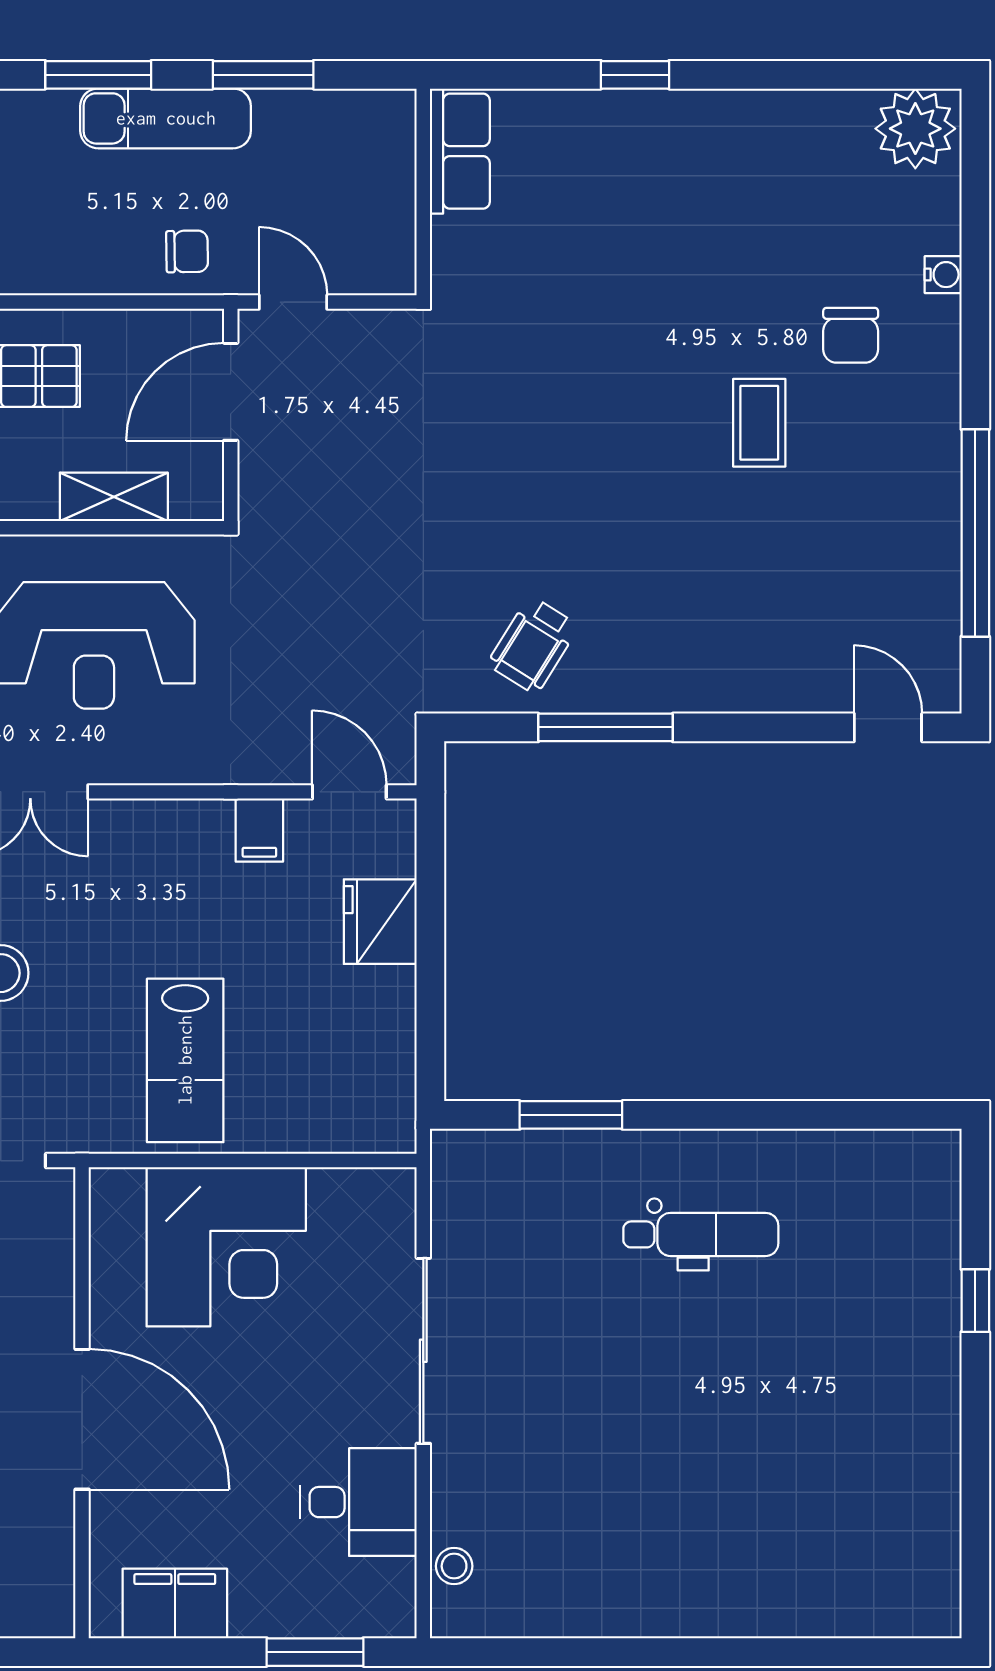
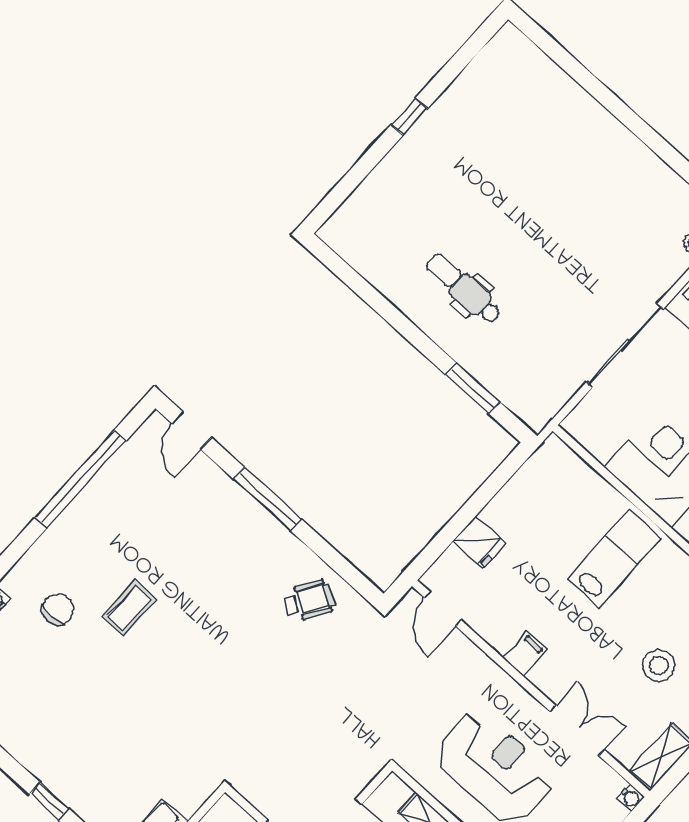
window: (606, 727) -> (267, 499), moved
filing cabinet: (259, 830) -> (525, 654), moved
fridge: (380, 922) -> (479, 542), width x0.72
window: (975, 1301) -> (409, 117), moved

